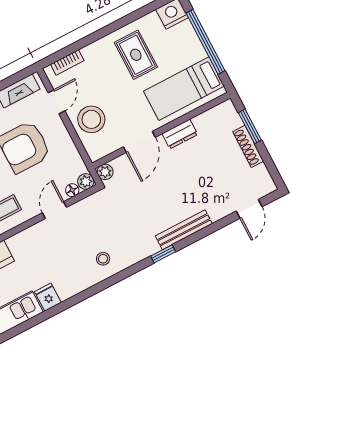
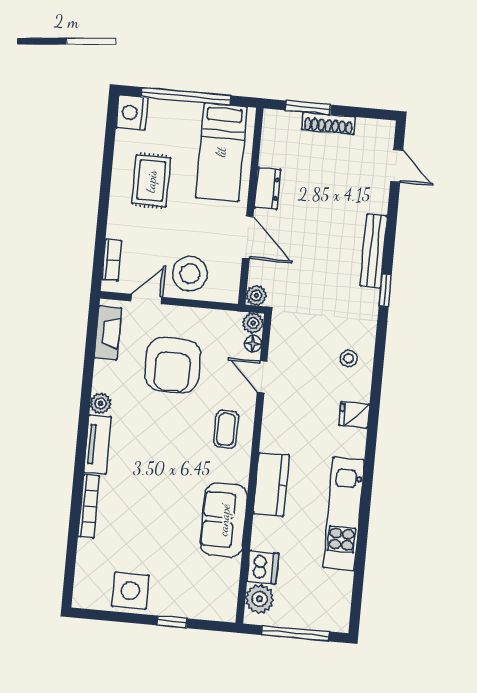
rug: (136, 55) -> (151, 181), turned 90
door: (56, 102) -> (147, 299), hinge flipped
fridge: (48, 297) -> (354, 415), moved

